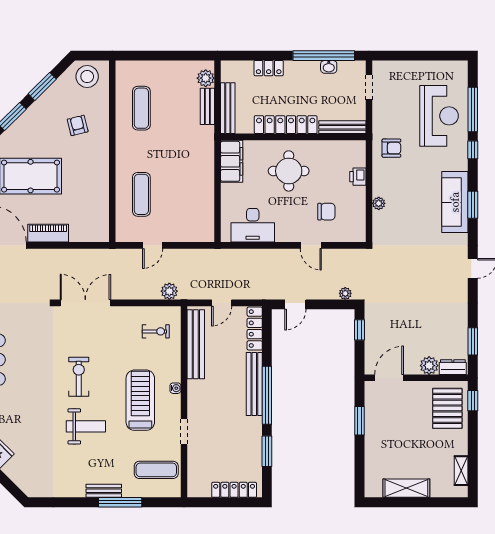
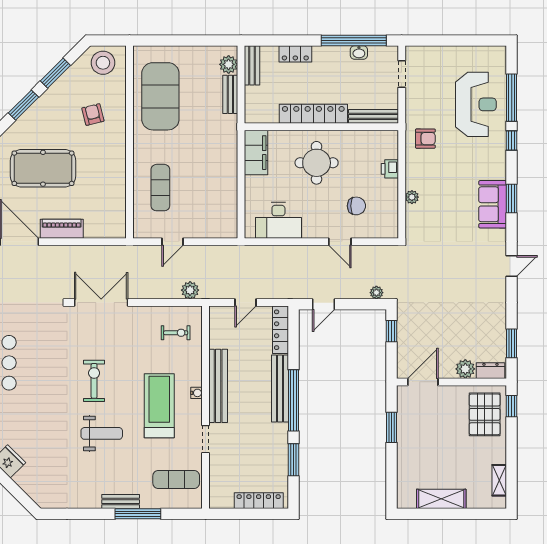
exercise mat: (141, 108) -> (160, 96), width x2.00, depth x1.45
bench: (228, 108) -> (252, 65), moved, width x0.73
sofa: (455, 202) -> (493, 204), width x0.73
bench: (196, 344) -> (218, 386), moved

